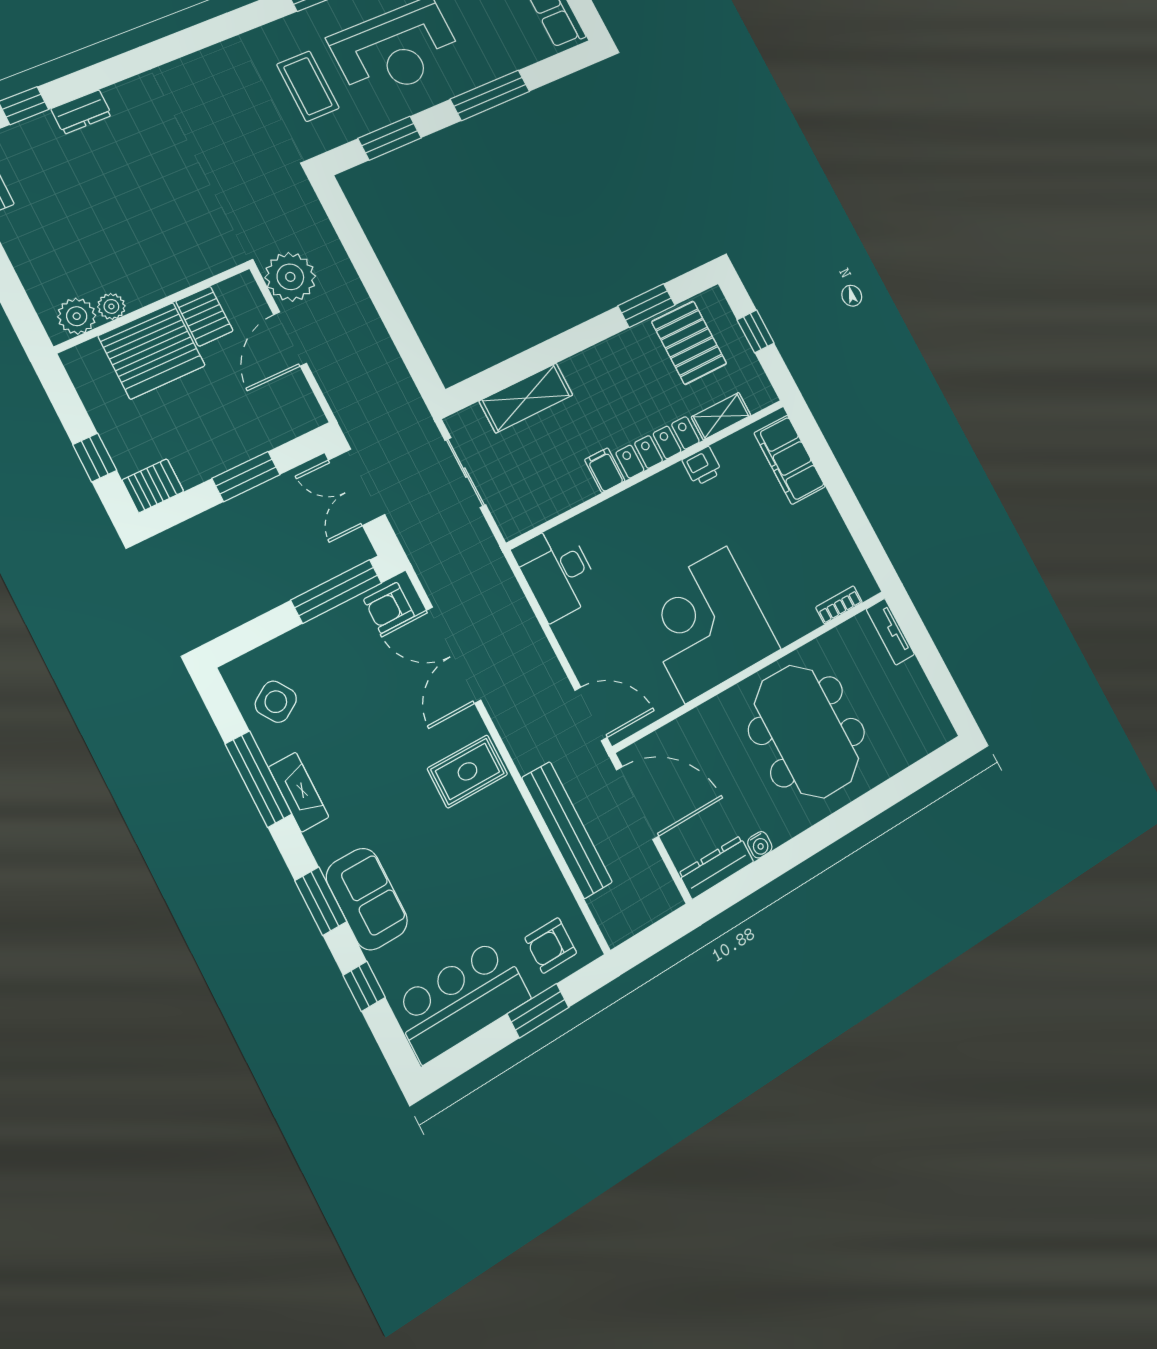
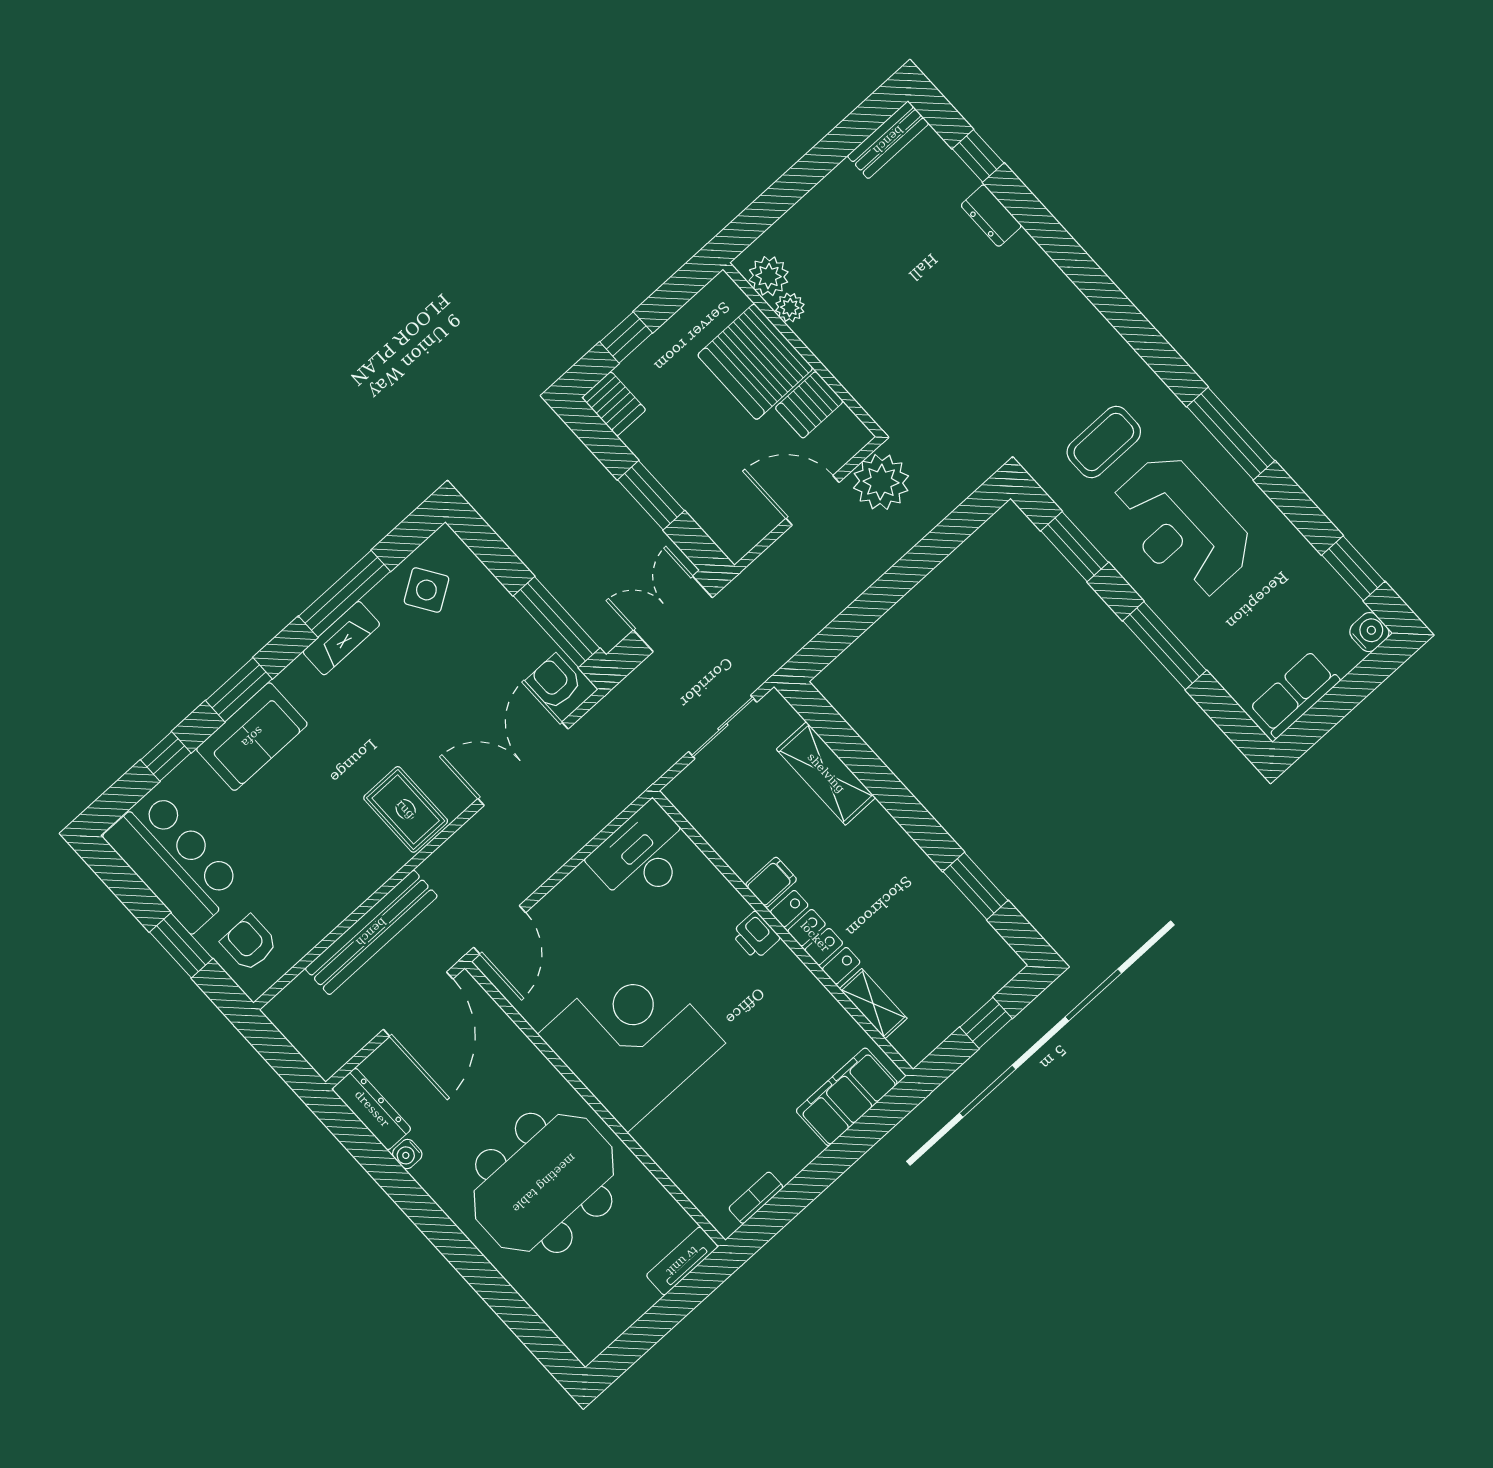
pallet: (689, 343) -> (948, 946), removed
printer: (702, 466) -> (755, 936), moved
bookcase: (839, 605) -> (756, 1198), moved, turned -90

